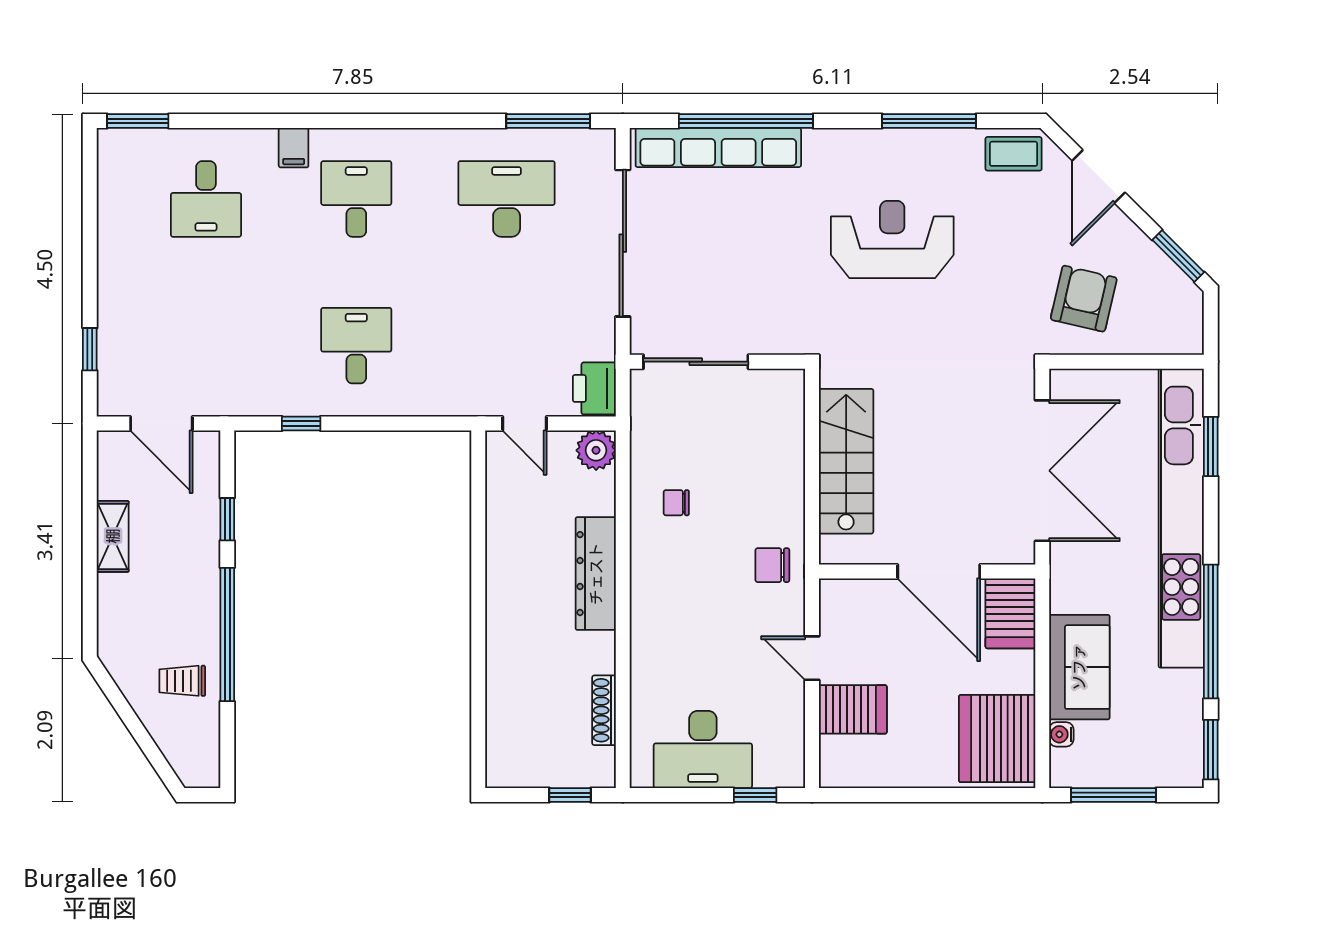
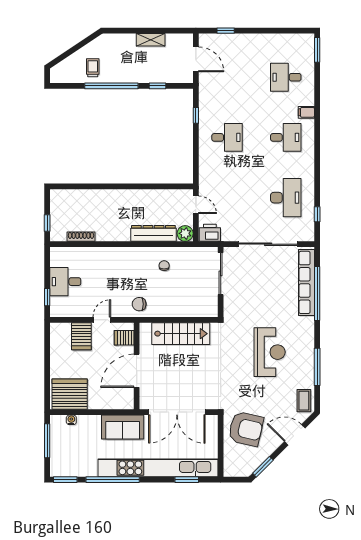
window: (548, 121) -> (317, 214), width x0.46
armchair: (1084, 299) -> (246, 429), width x1.36, depth x1.36
door: (161, 424) -> (196, 59), swing flipped
door: (525, 424) -> (196, 205), swing flipped
chair: (772, 565) -> (139, 304), turned -90
dresser: (596, 574) -> (153, 233), moved
server rack: (1010, 613) -> (124, 338), moved, width x0.73, depth x0.70
sofa: (1079, 667) -> (123, 427), moved
desk: (703, 749) -> (65, 282), width x0.73

